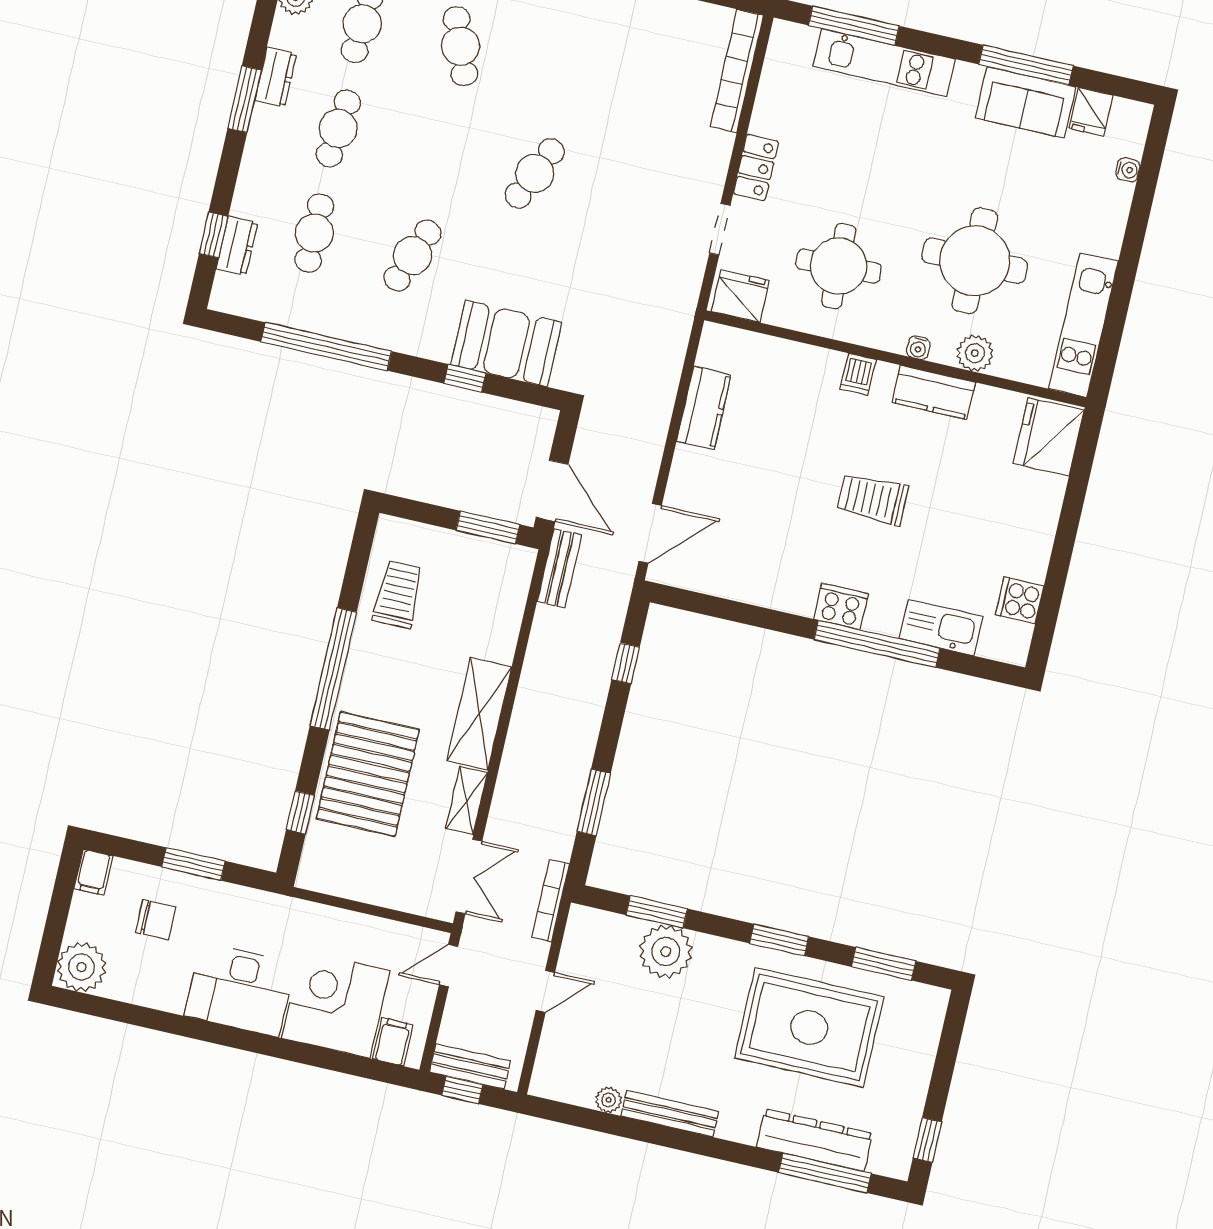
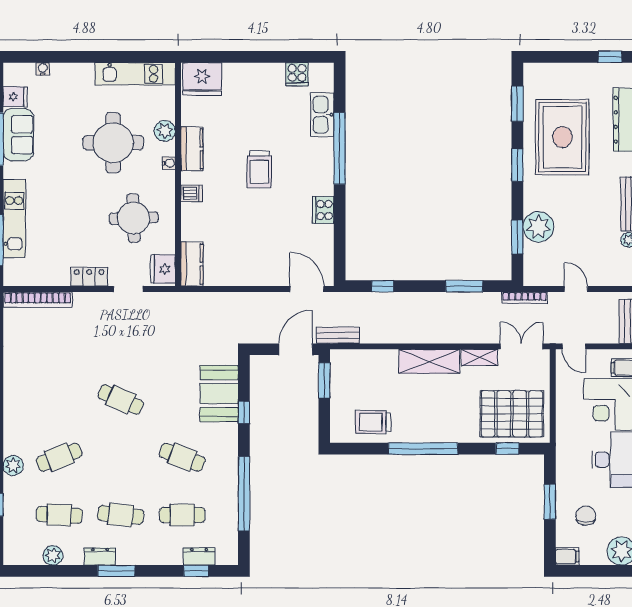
kitchen counter: (704, 408) -> (192, 264), moved, turned 90
cooker: (841, 606) -> (323, 210), moved
pallet: (368, 774) -> (512, 414), moved

